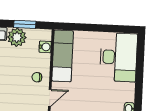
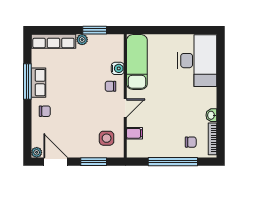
plant: (17, 37) -> (82, 40), width x0.53, depth x0.53
water cooler: (45, 47) -> (118, 68), moved

